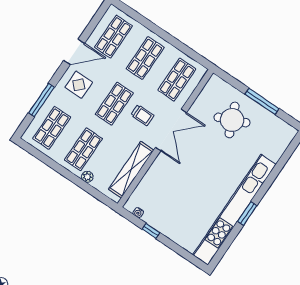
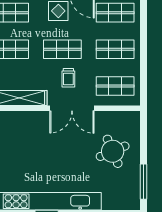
window: (262, 101) -> (143, 182), moved

